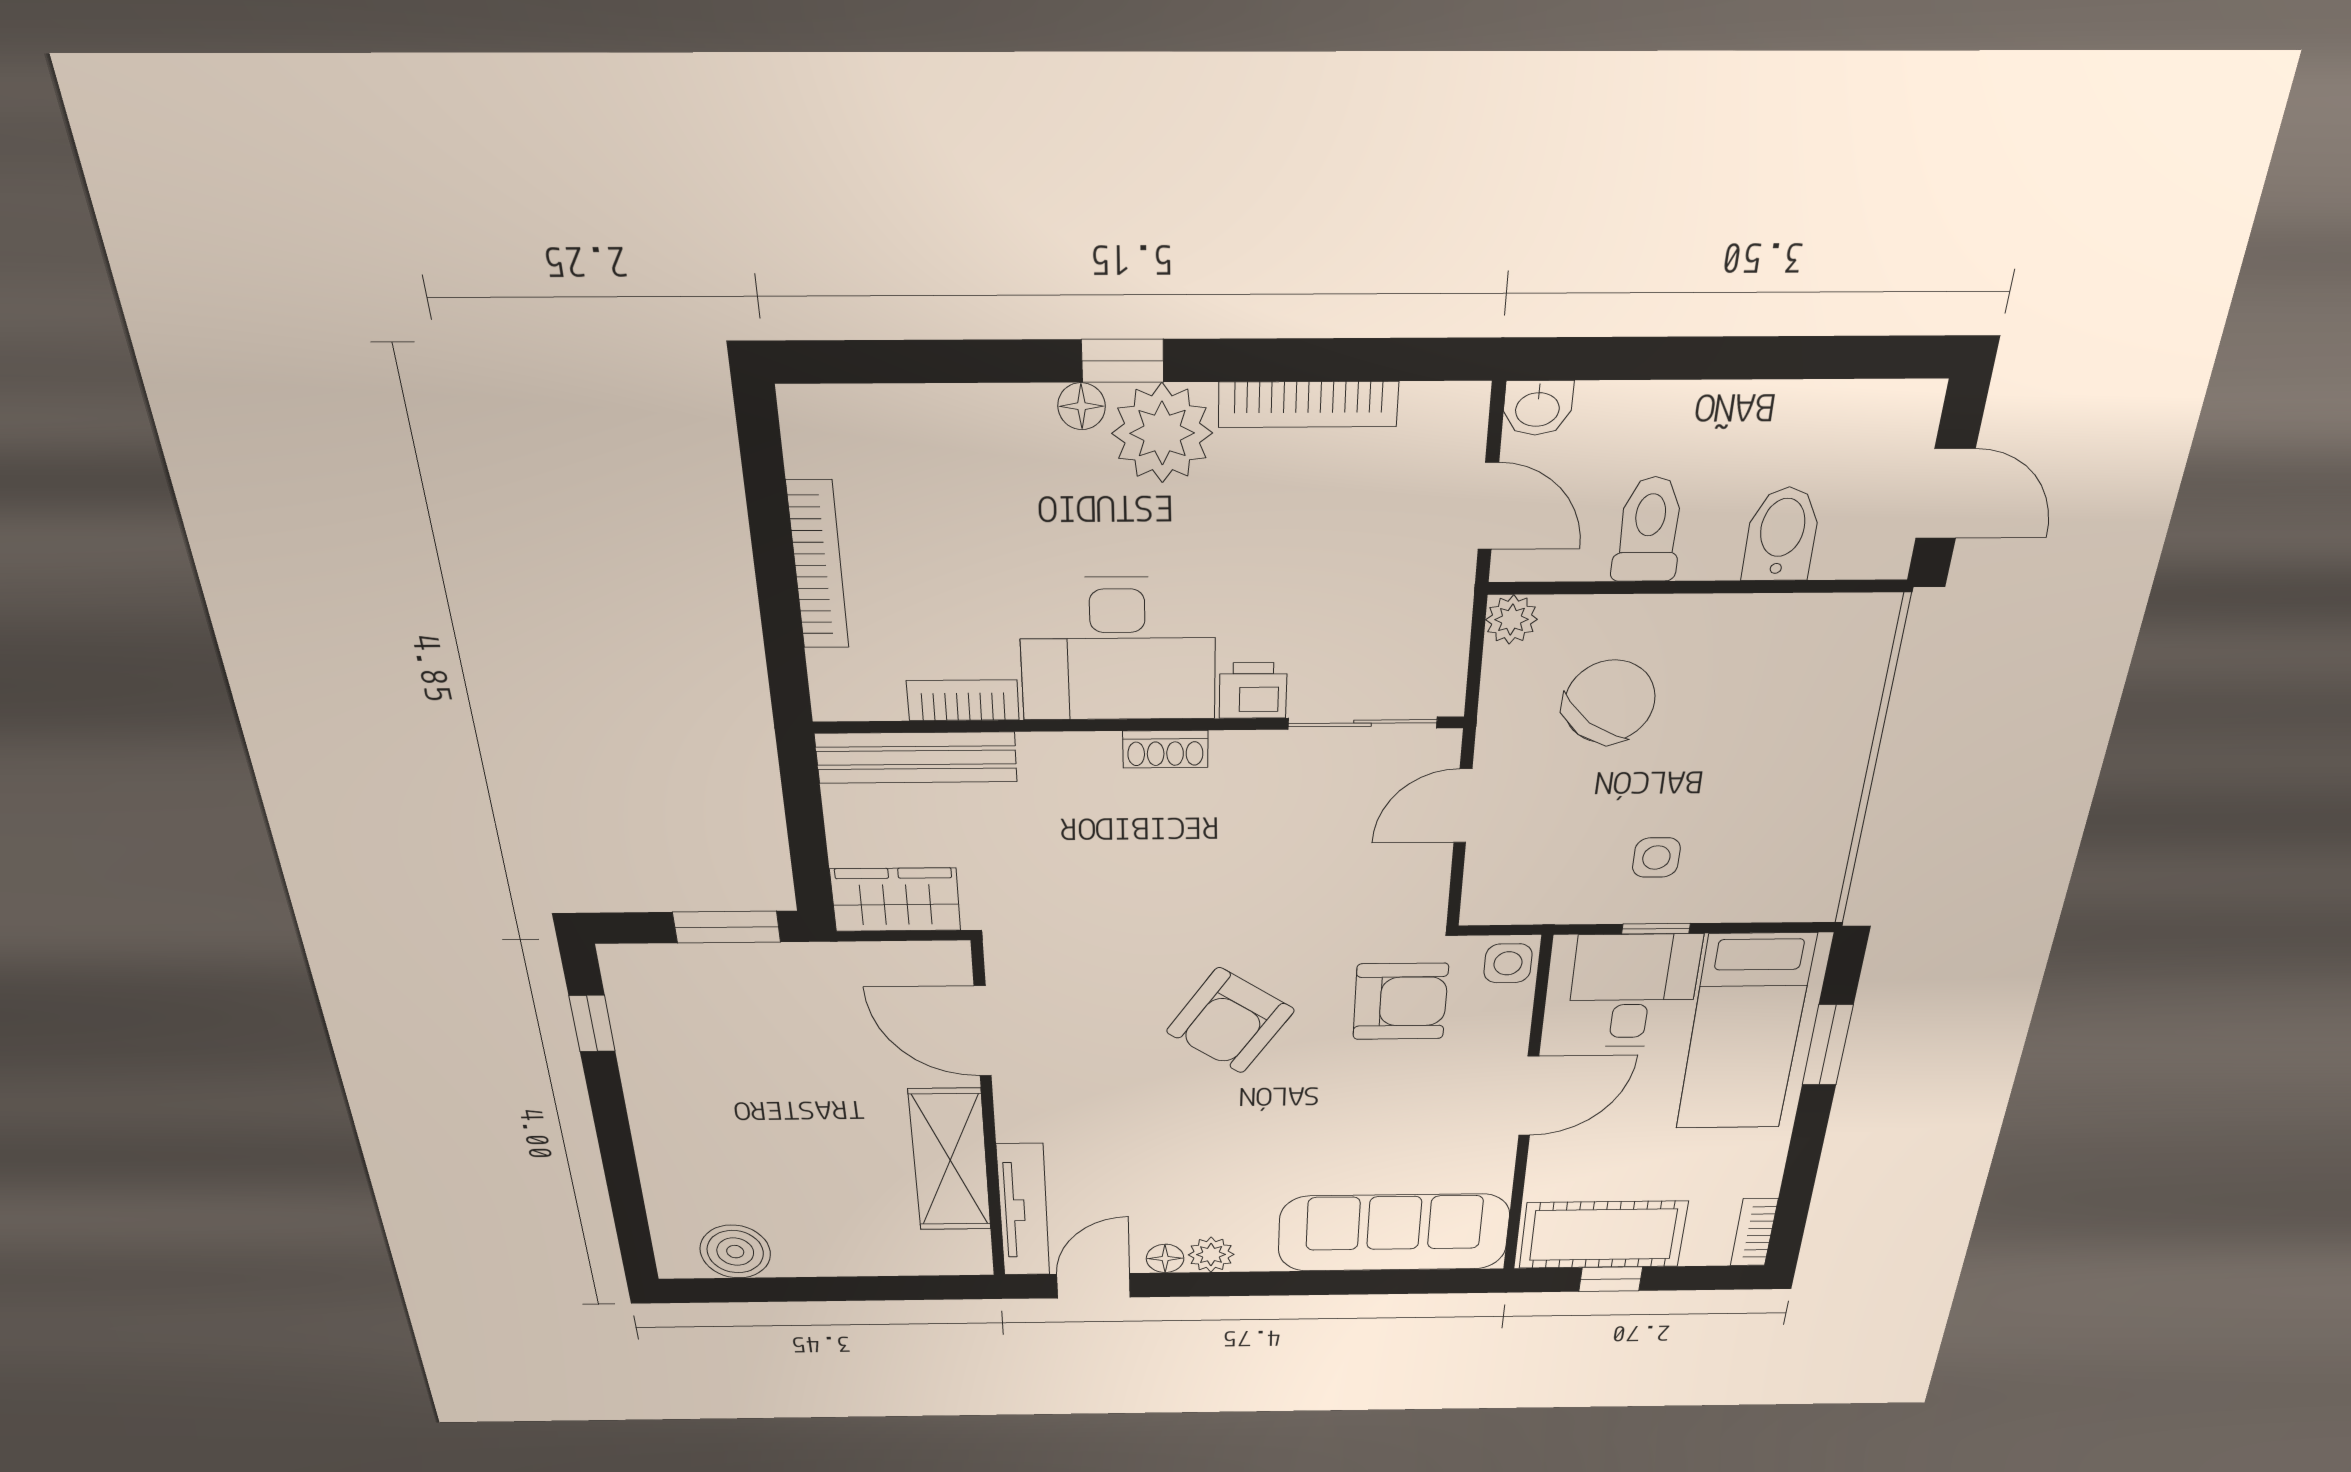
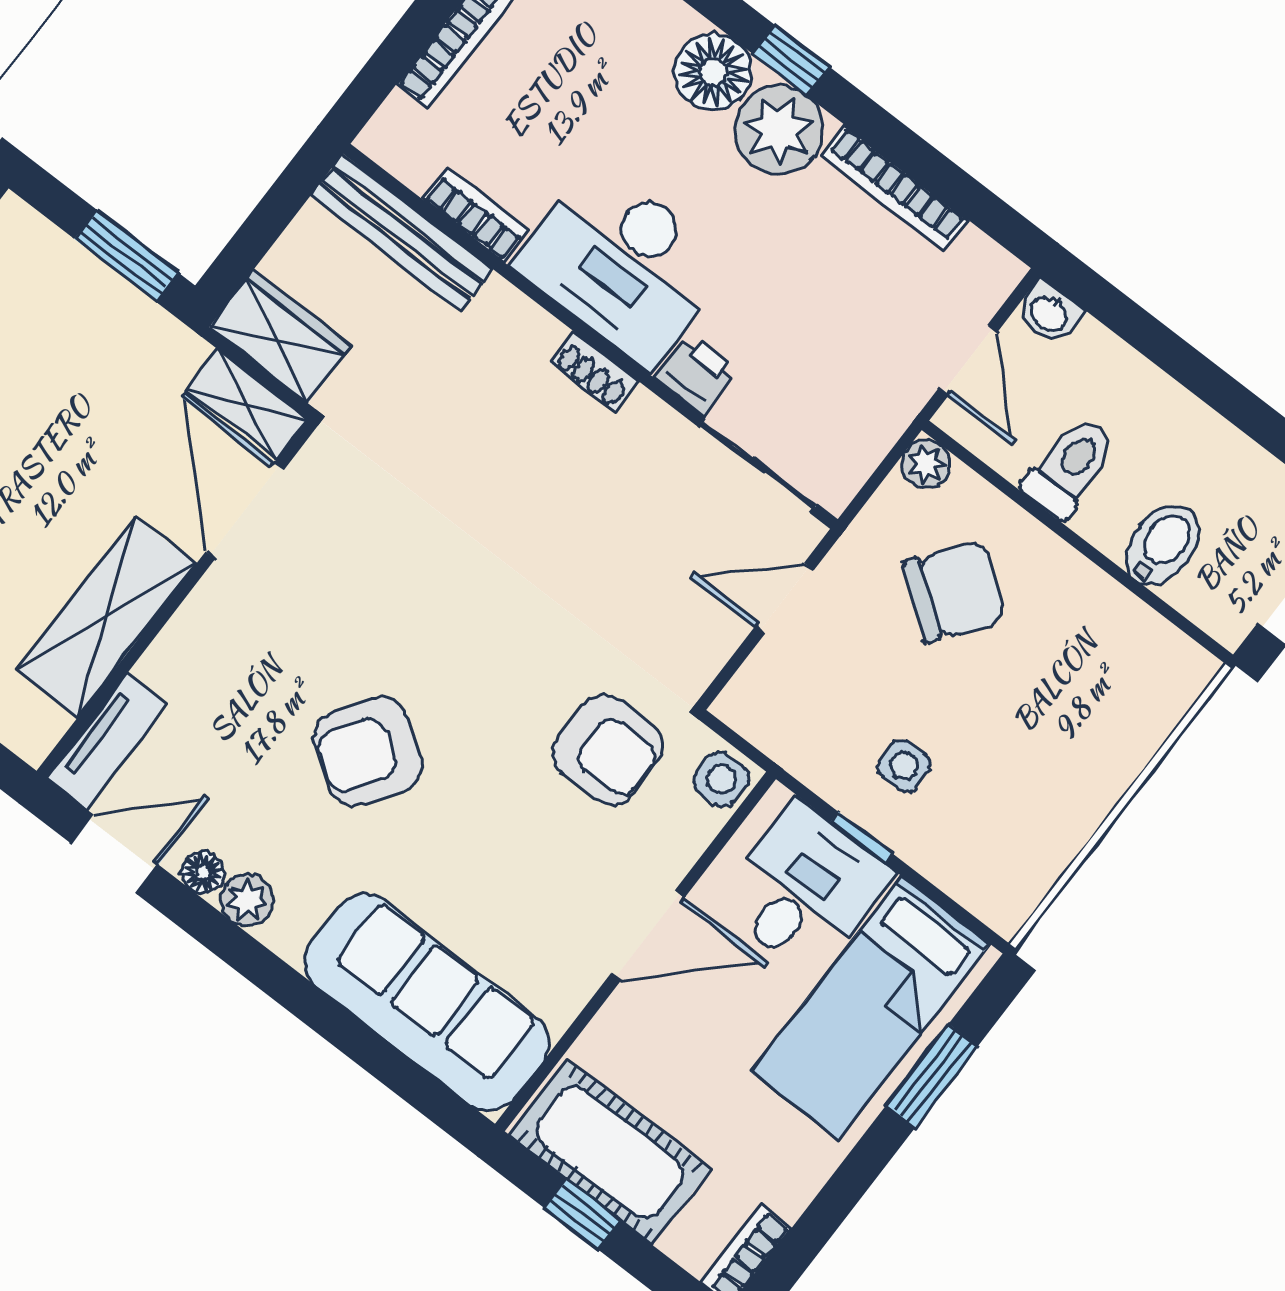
floor lamp: (1081, 406) -> (713, 72), width x1.89, depth x1.89
shelving: (916, 962) -> (247, 404), added
armchair: (1230, 1021) -> (368, 751), moved
tv unit: (1023, 1210) -> (107, 741), width x0.71

